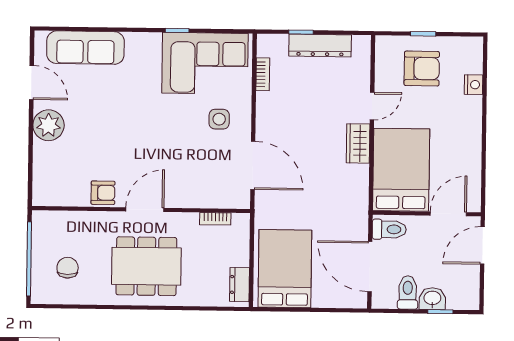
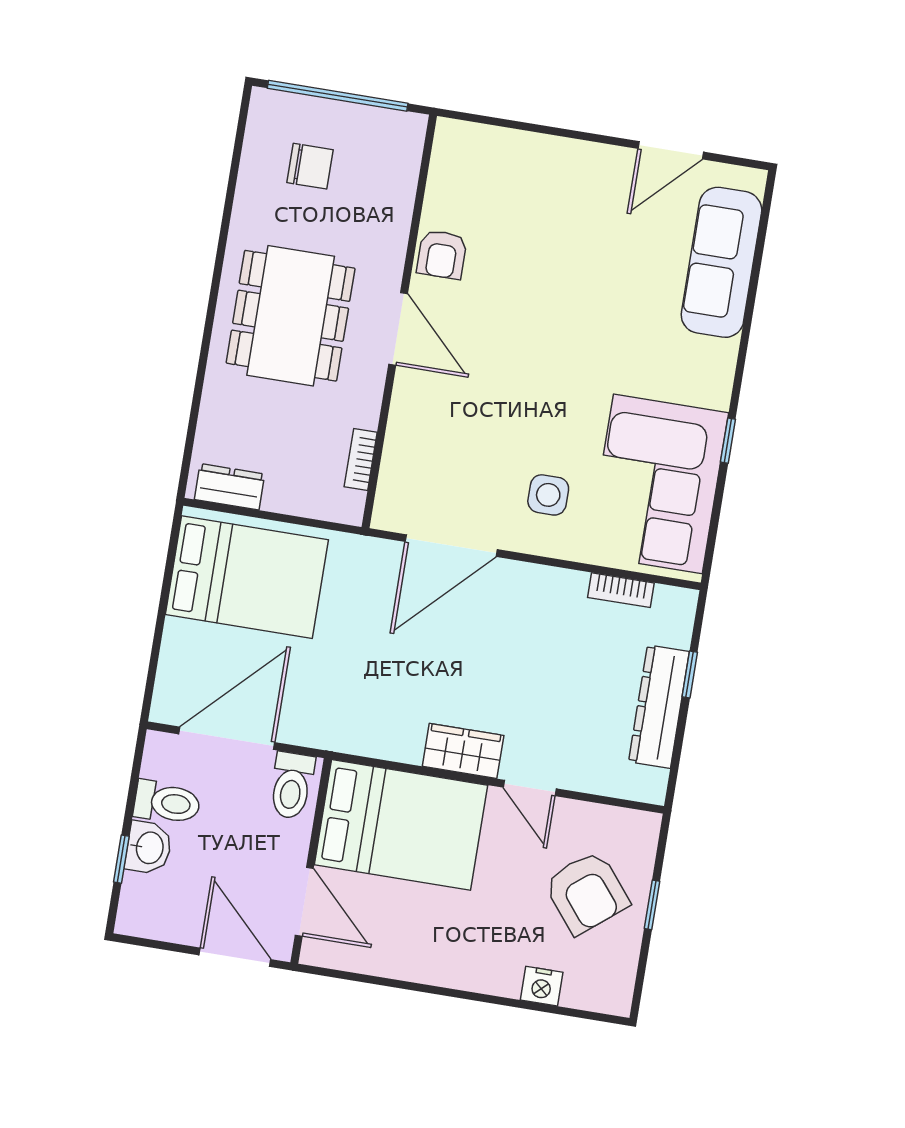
armchair: (422, 69) -> (587, 893), turned -39
plant: (48, 125) -> (585, 170), removed

